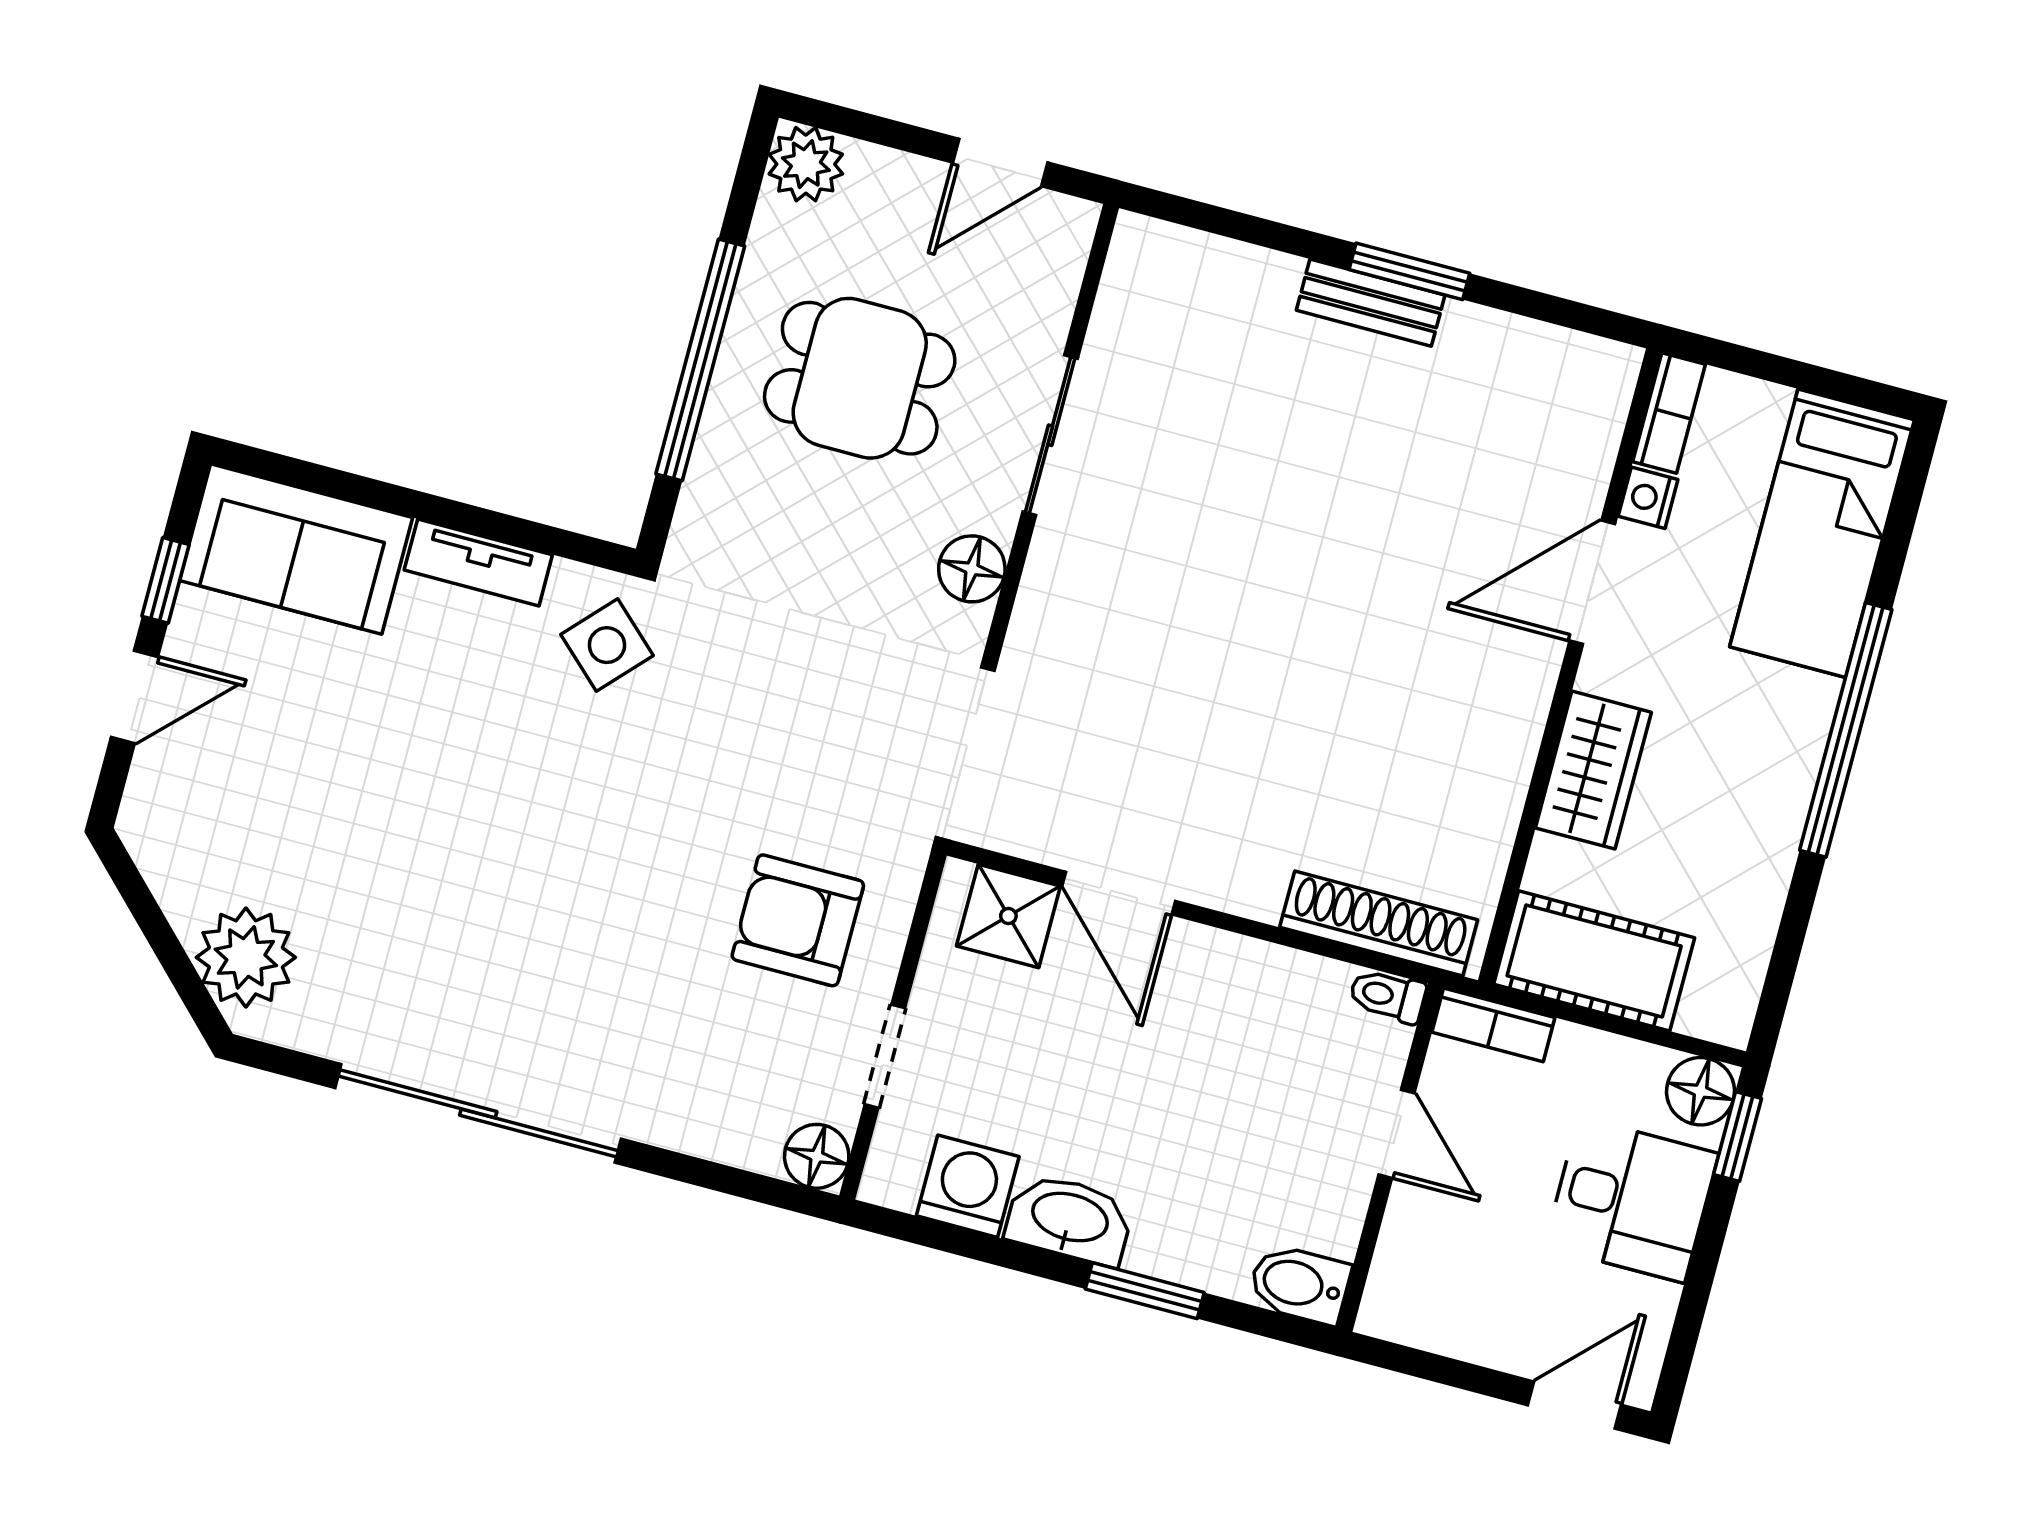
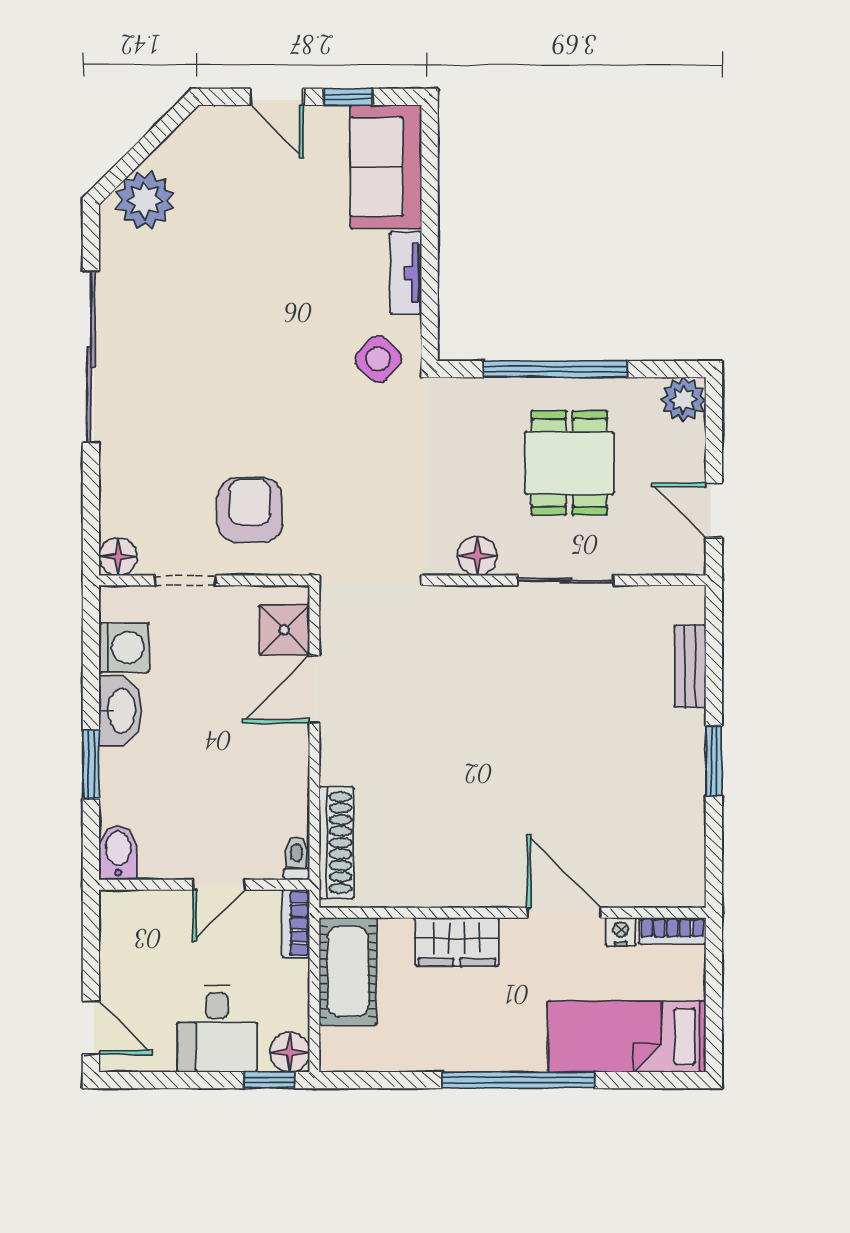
bench: (1371, 303) -> (690, 666), moved

